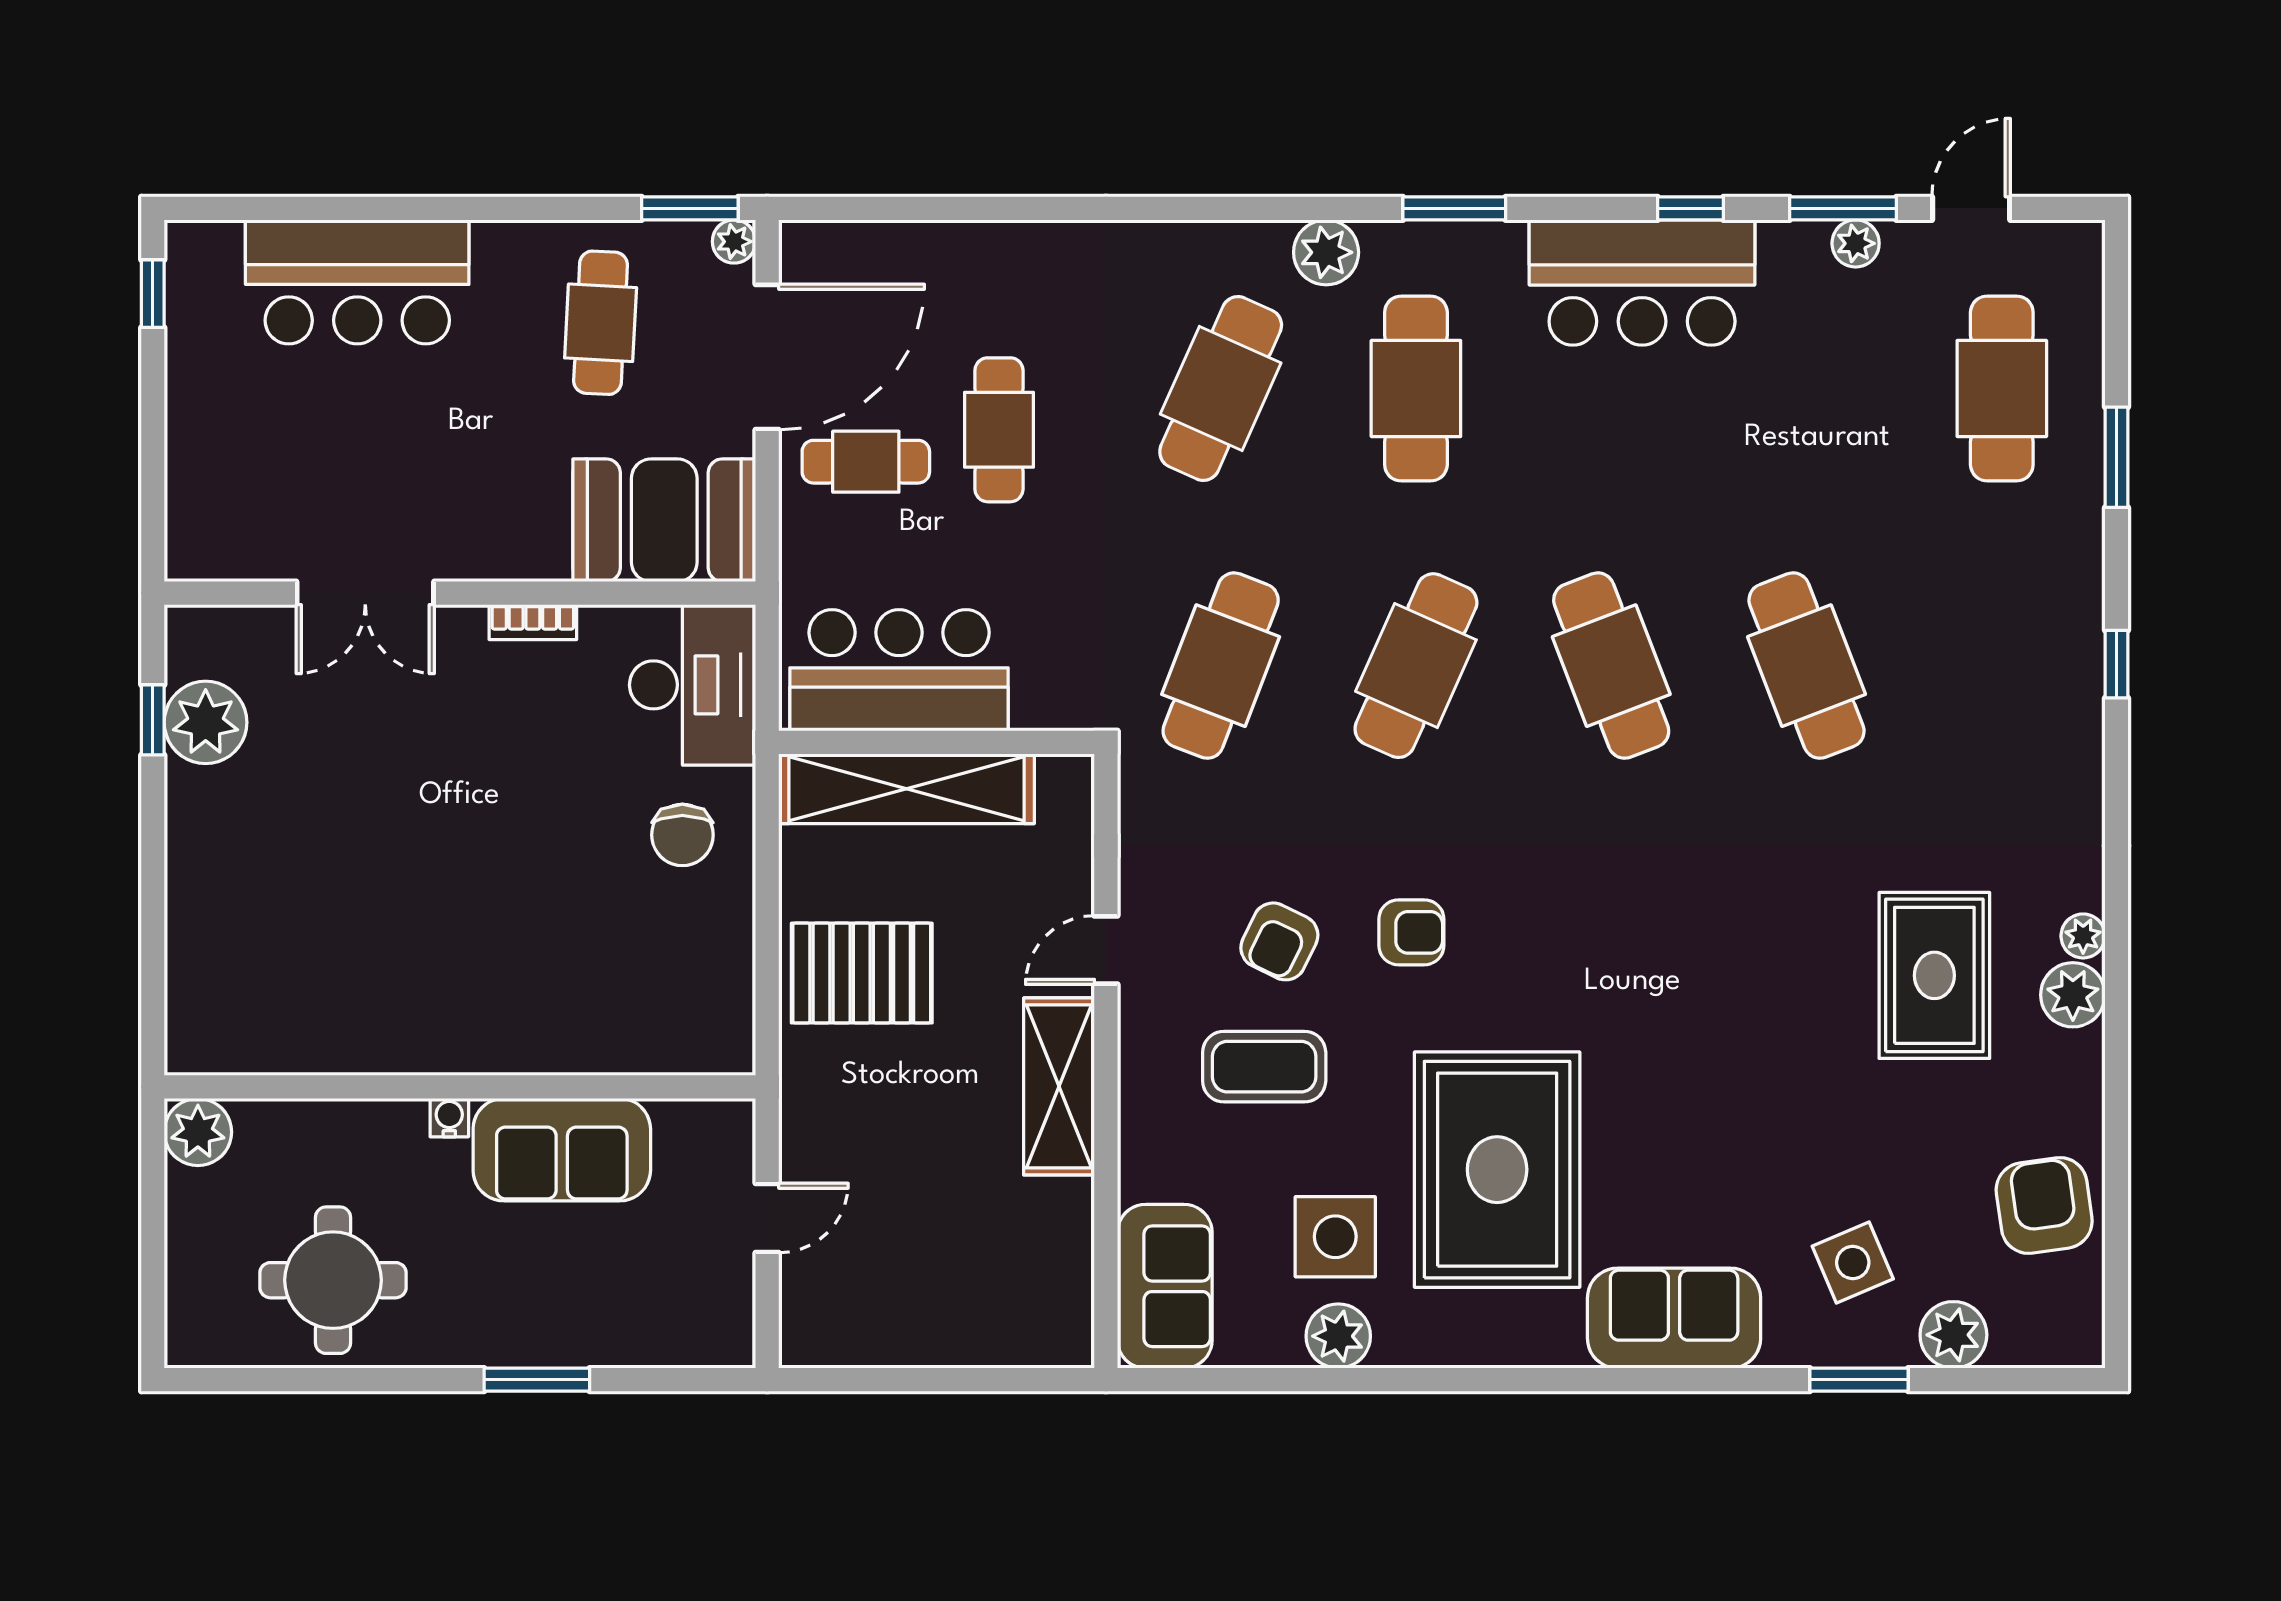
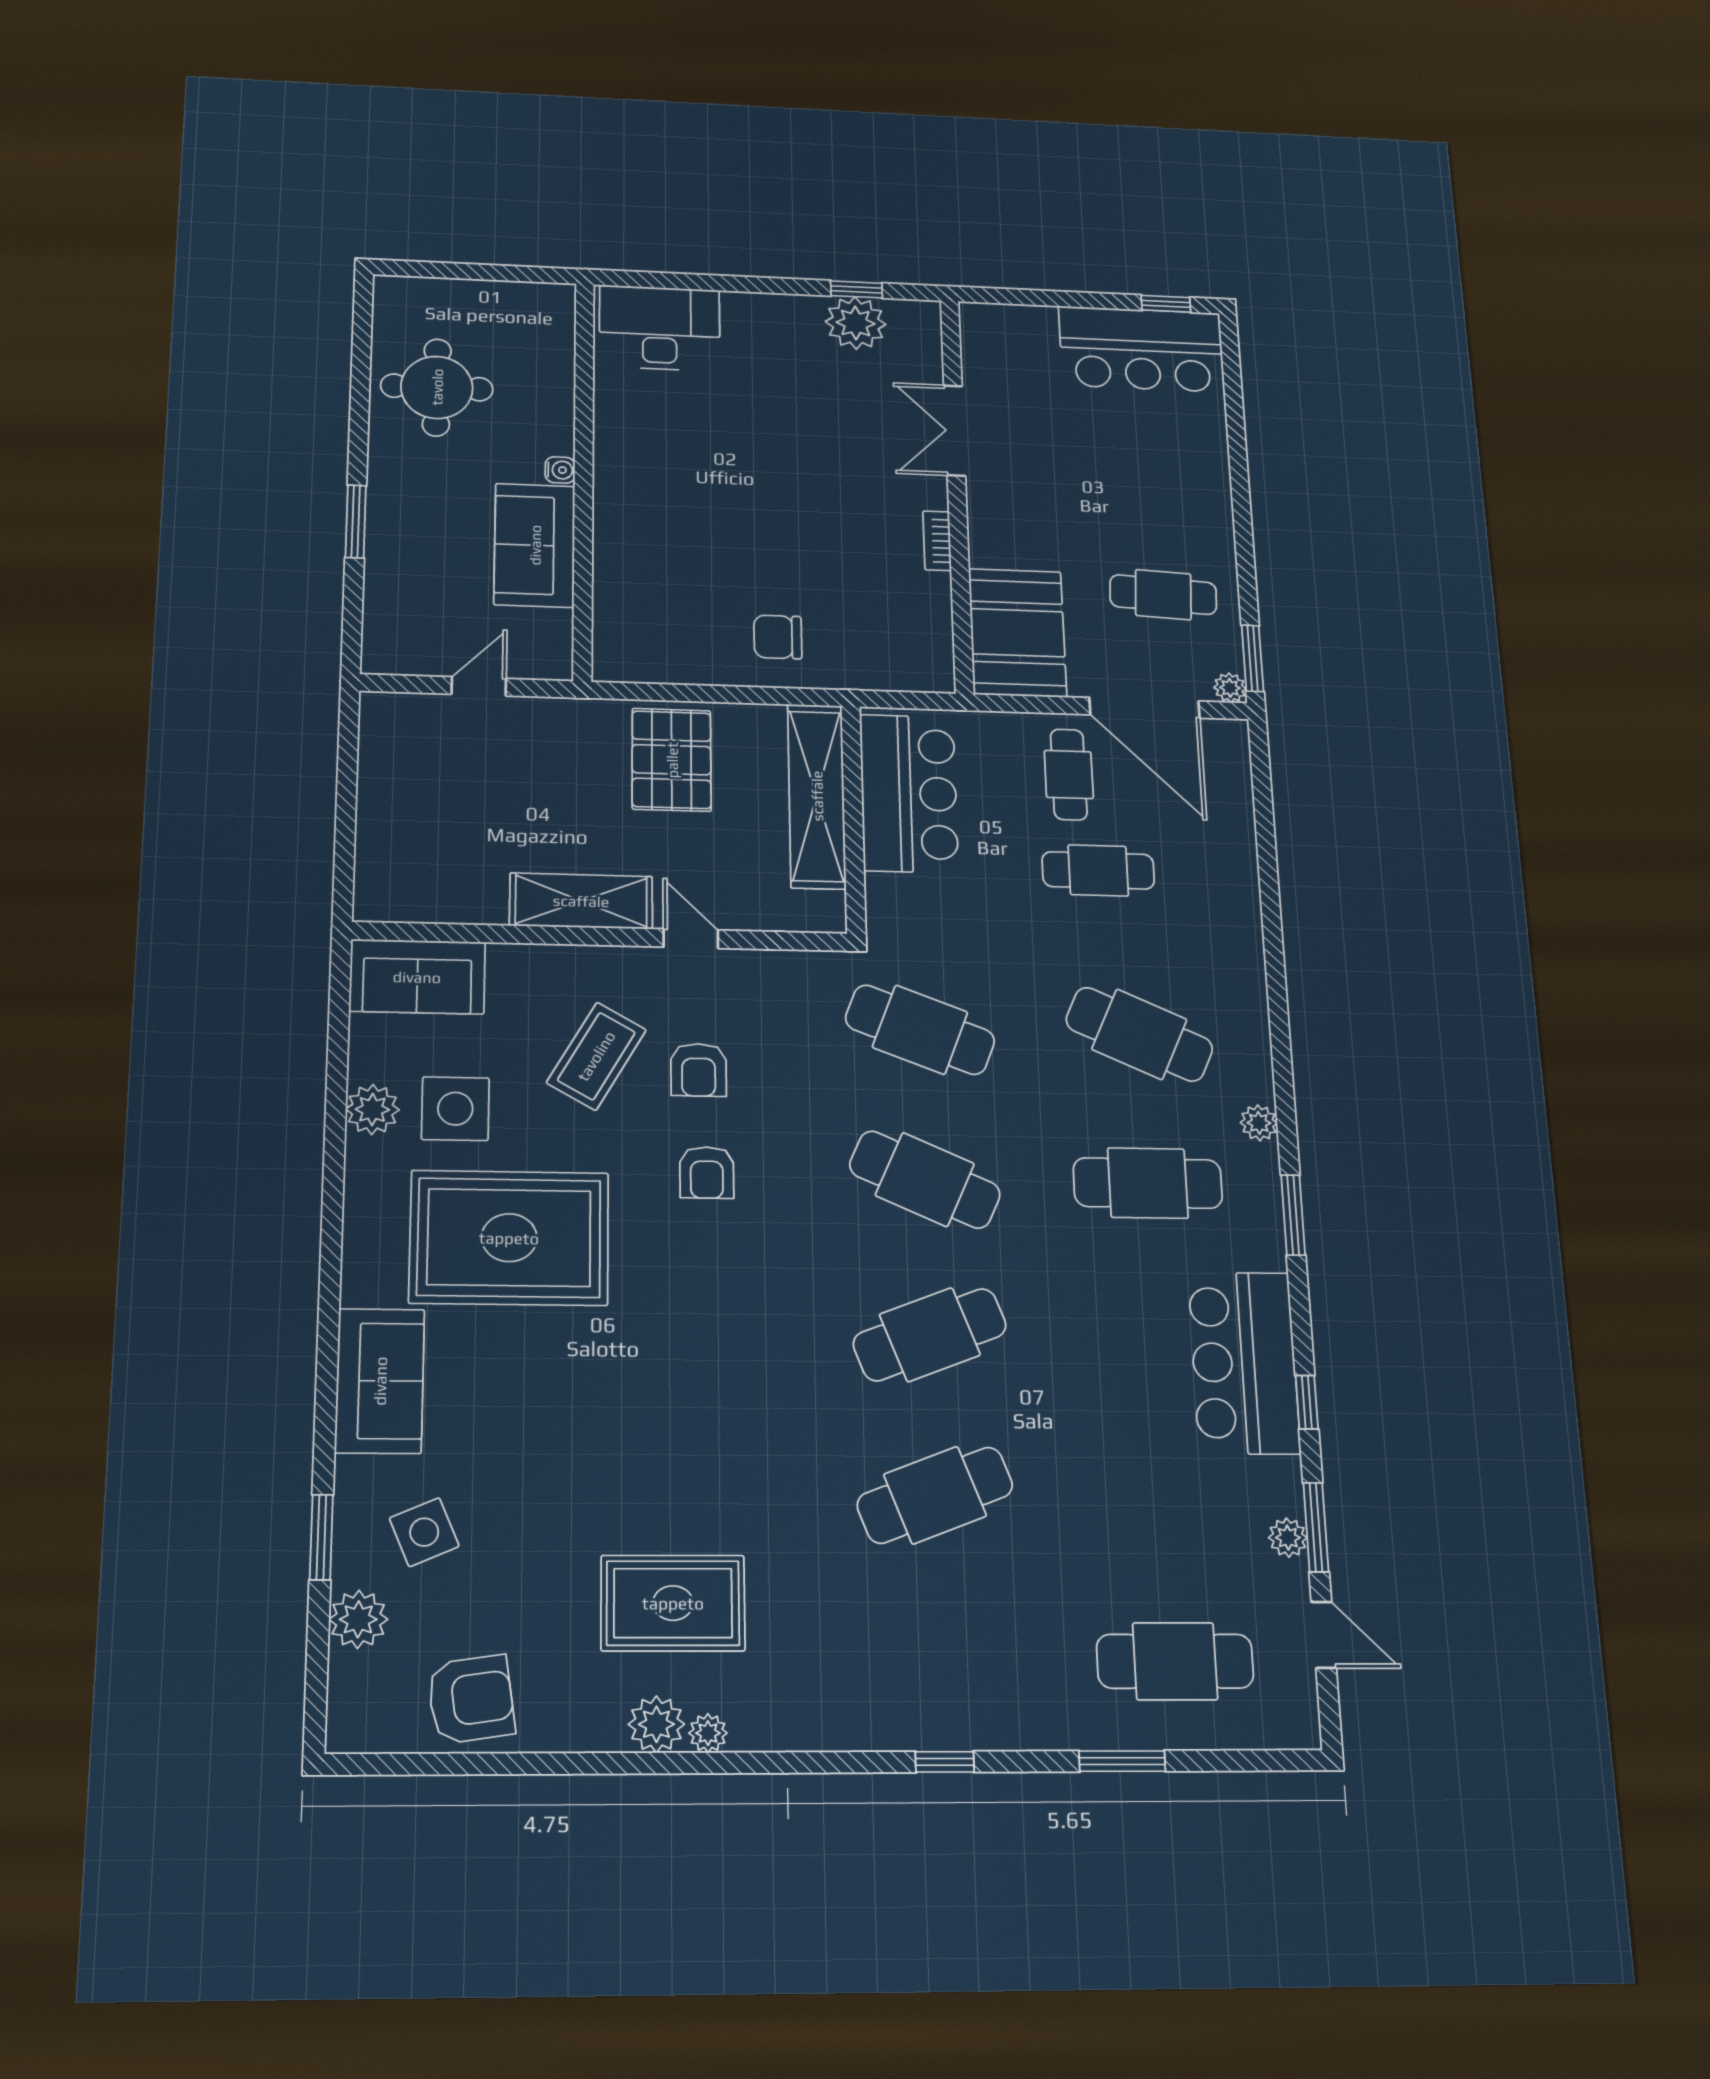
plant: (1326, 252) -> (1259, 1123), width x0.73, depth x0.73
bar counter: (357, 282) -> (1142, 349), moved, turned -90
desk: (693, 685) -> (660, 328), moved, turned 180
armchair: (1279, 941) -> (699, 1070), turned -116
coffee table: (1264, 1067) -> (596, 1056), turned 30
plant: (198, 1132) -> (551, 304), removed
door: (767, 1218) -> (479, 686), swing flipped

